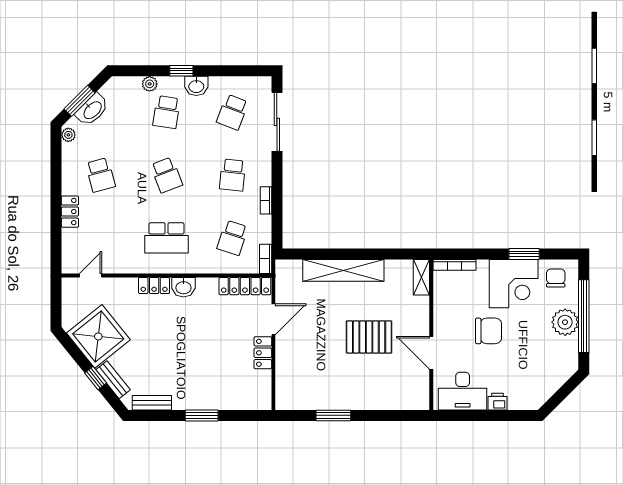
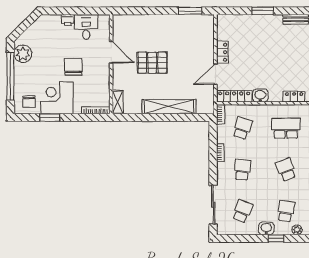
washbasin: (183, 287) -> (260, 96), moved
plant: (565, 322) -> (23, 54), moved
chair: (489, 331) -> (73, 67), turned 90
desk: (463, 391) -> (86, 27), width x0.73
window: (333, 415) -> (190, 11), moved

